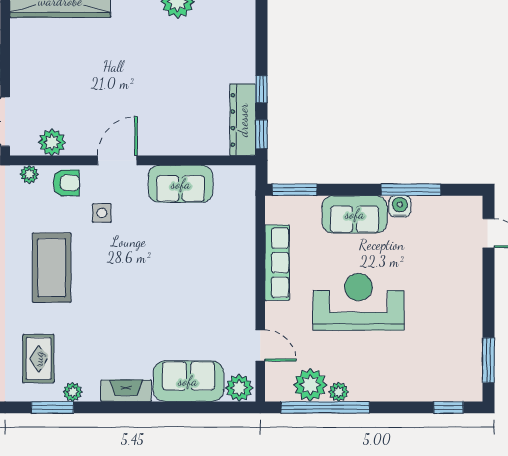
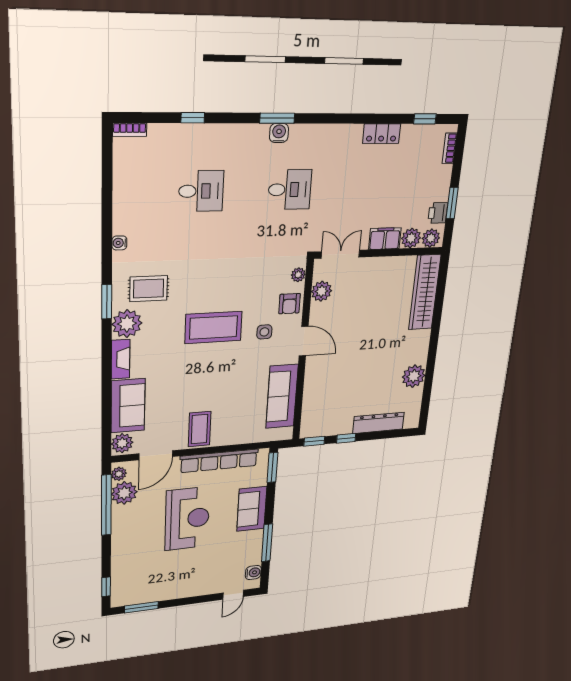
dresser: (243, 120) -> (378, 423), moved
sofa: (181, 184) -> (282, 396), width x1.36
water cooler: (400, 206) -> (253, 573), moved
row of seats: (277, 263) -> (219, 461), width x1.36
coffee table: (52, 268) -> (214, 327), moved
coffee table: (229, 290) -> (200, 429), added
door: (260, 345) -> (156, 455), width x1.38
plant: (73, 392) -> (127, 324), width x1.88, depth x1.88
plant: (339, 392) -> (119, 474), moved

